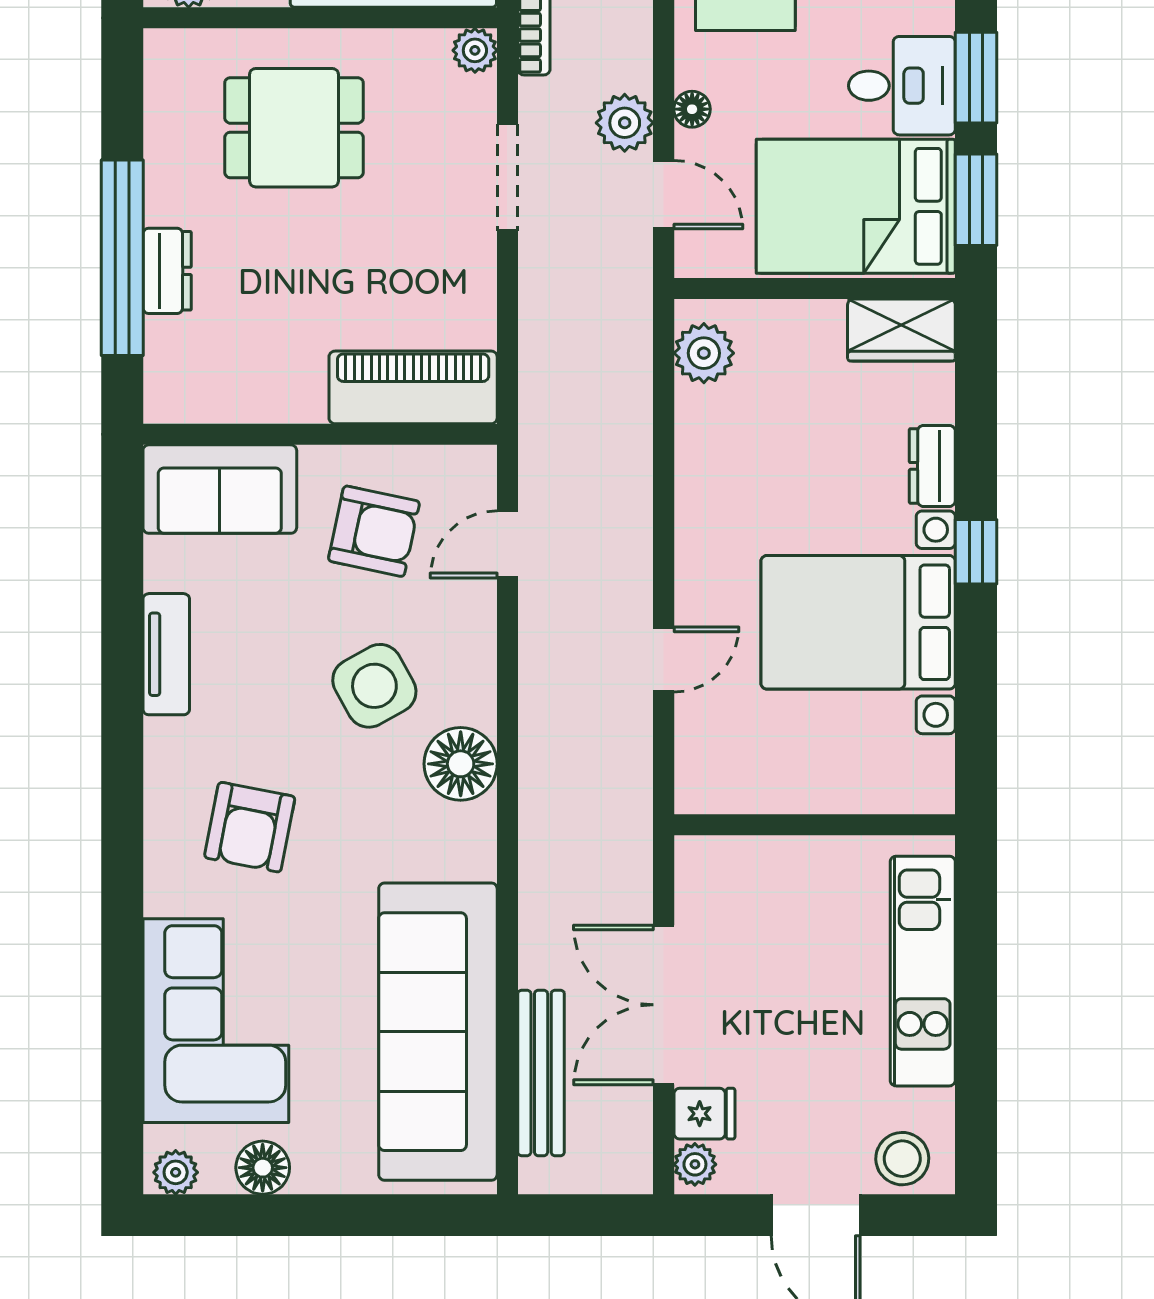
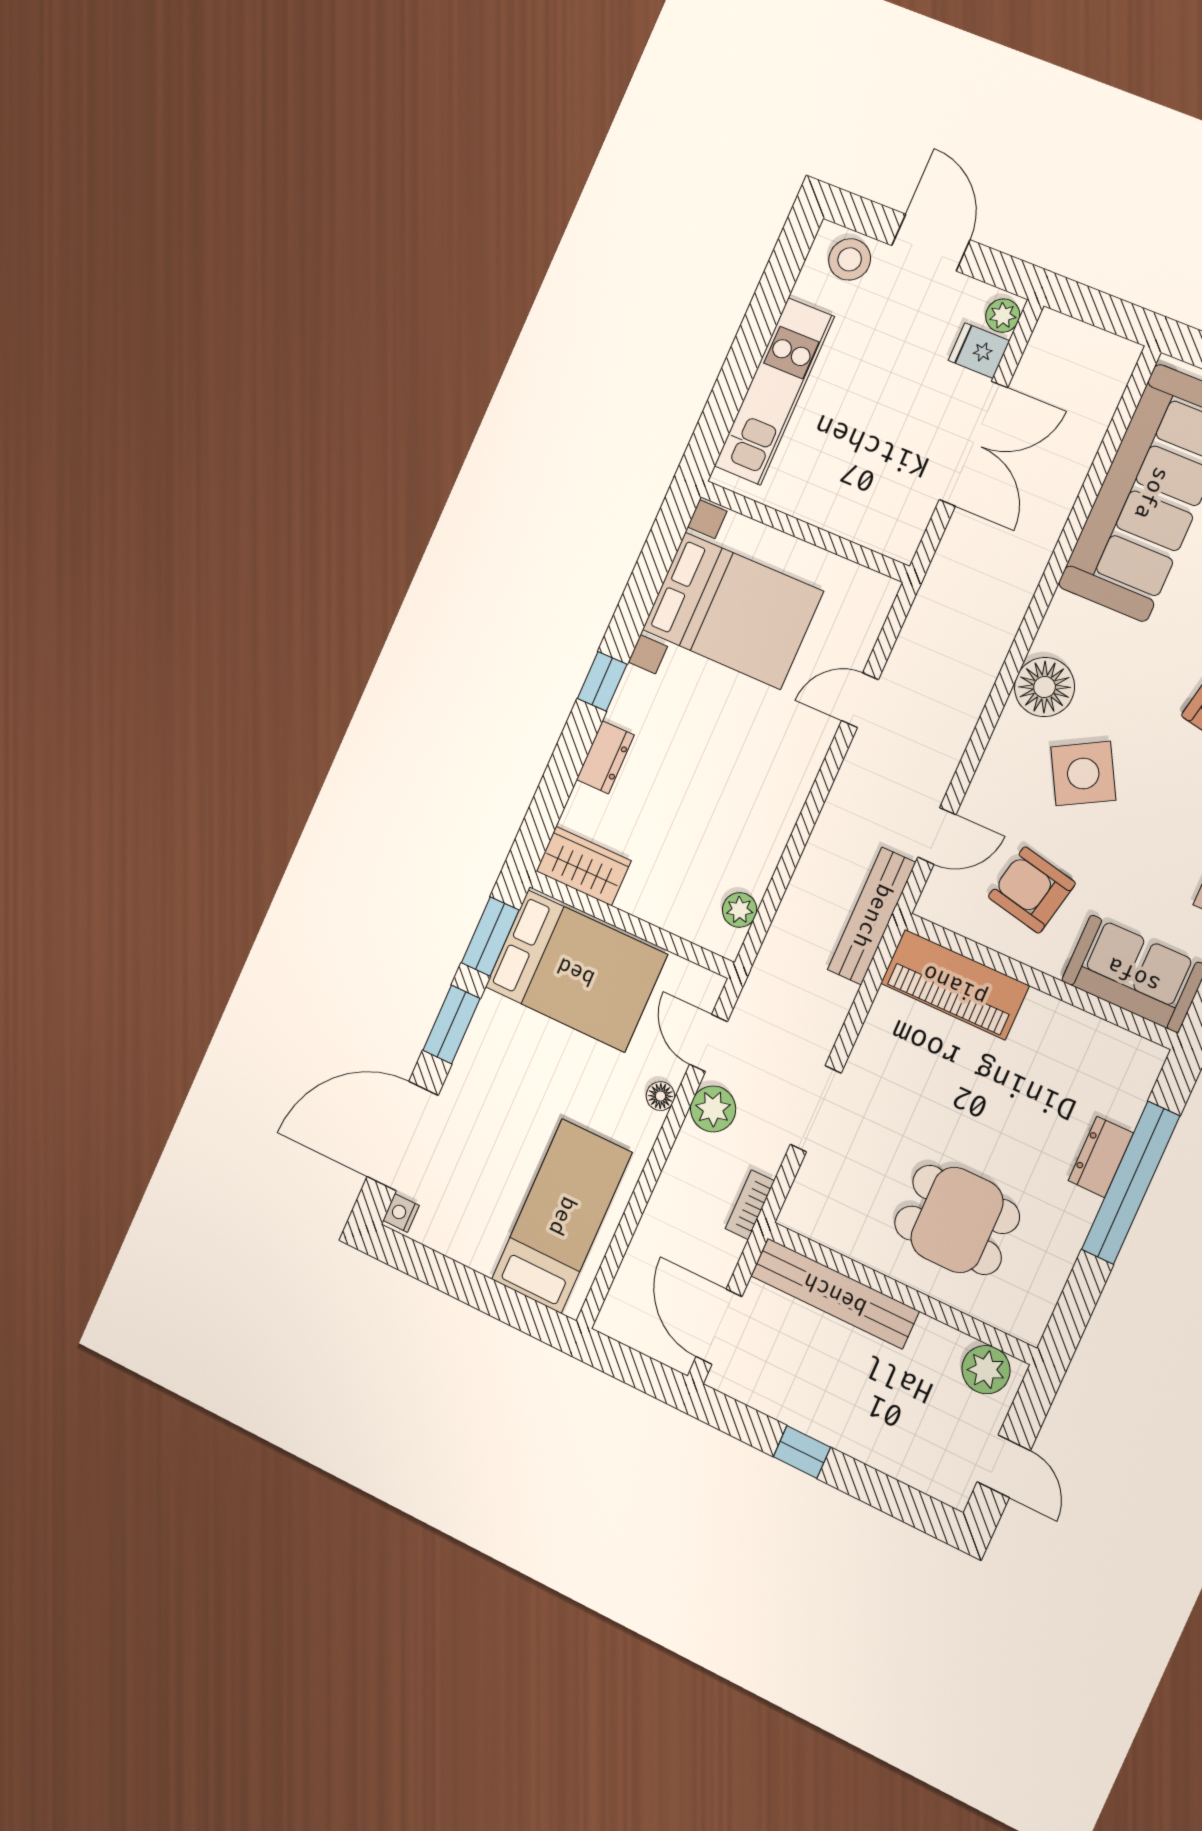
plant: (475, 50) -> (798, 1214), removed
desk: (902, 86) -> (505, 1043), removed
plant: (704, 353) -> (740, 910), width x0.73, depth x0.73
bed with nightstands: (858, 622) -> (733, 611), moved
bench: (541, 1073) -> (872, 916), moved

